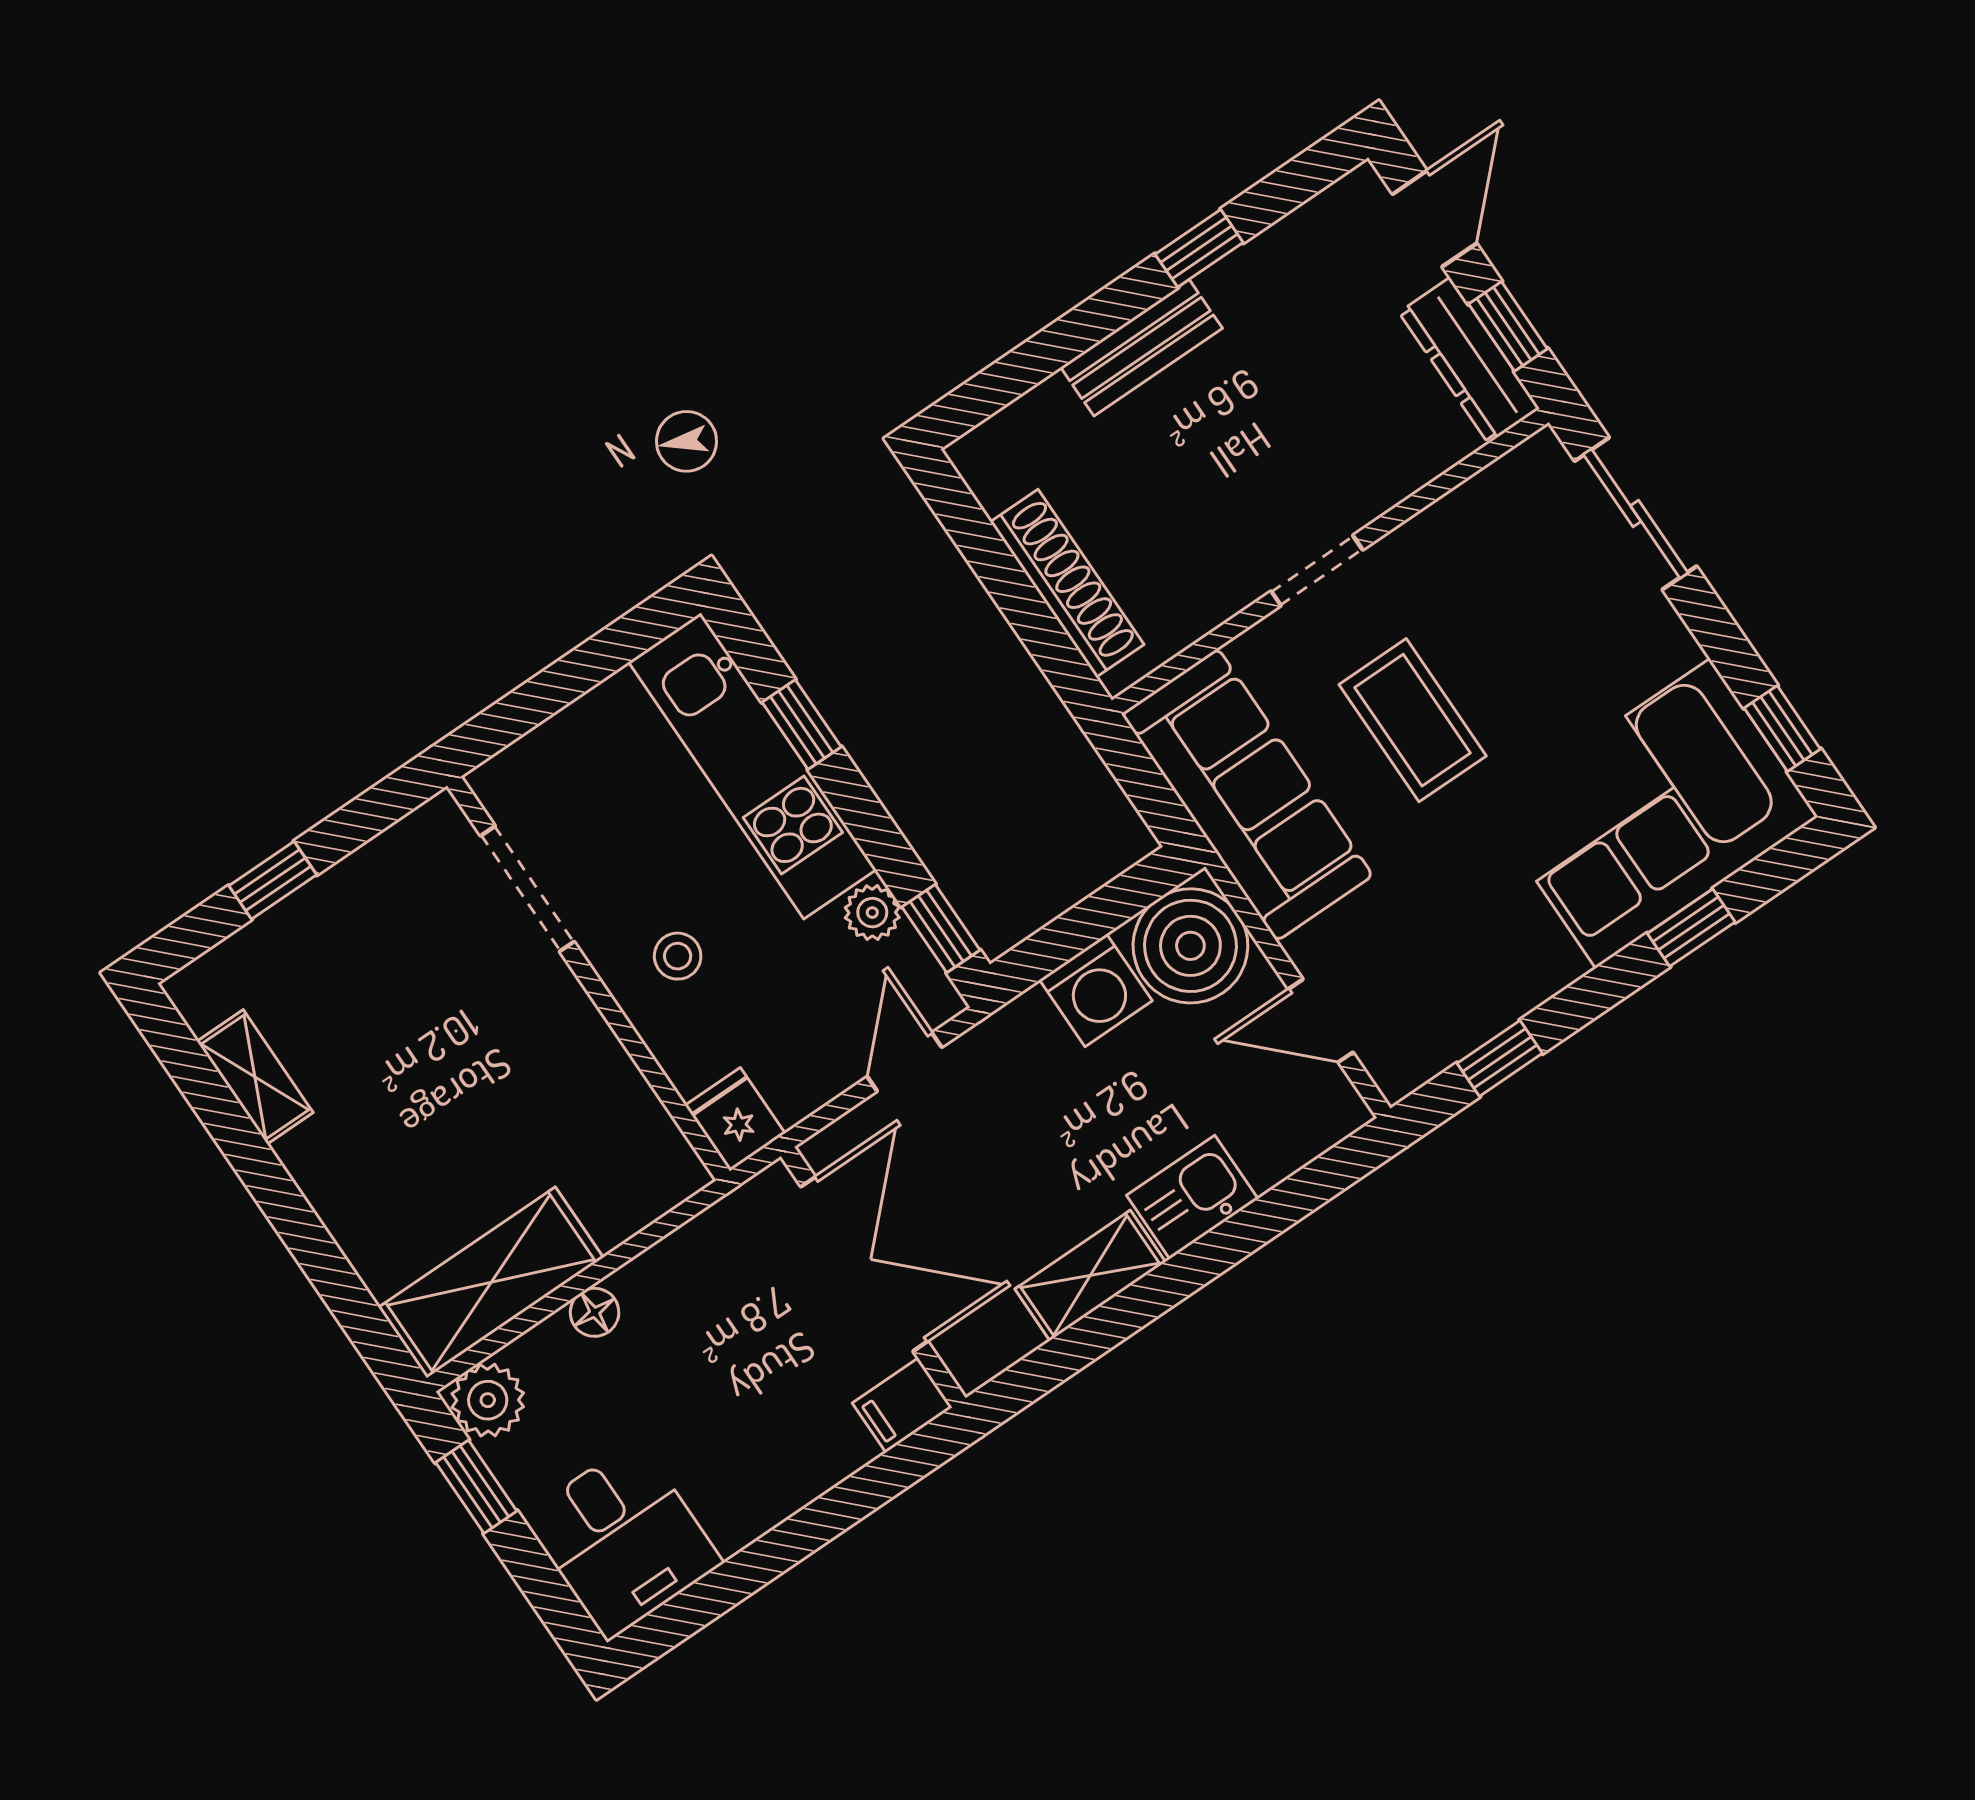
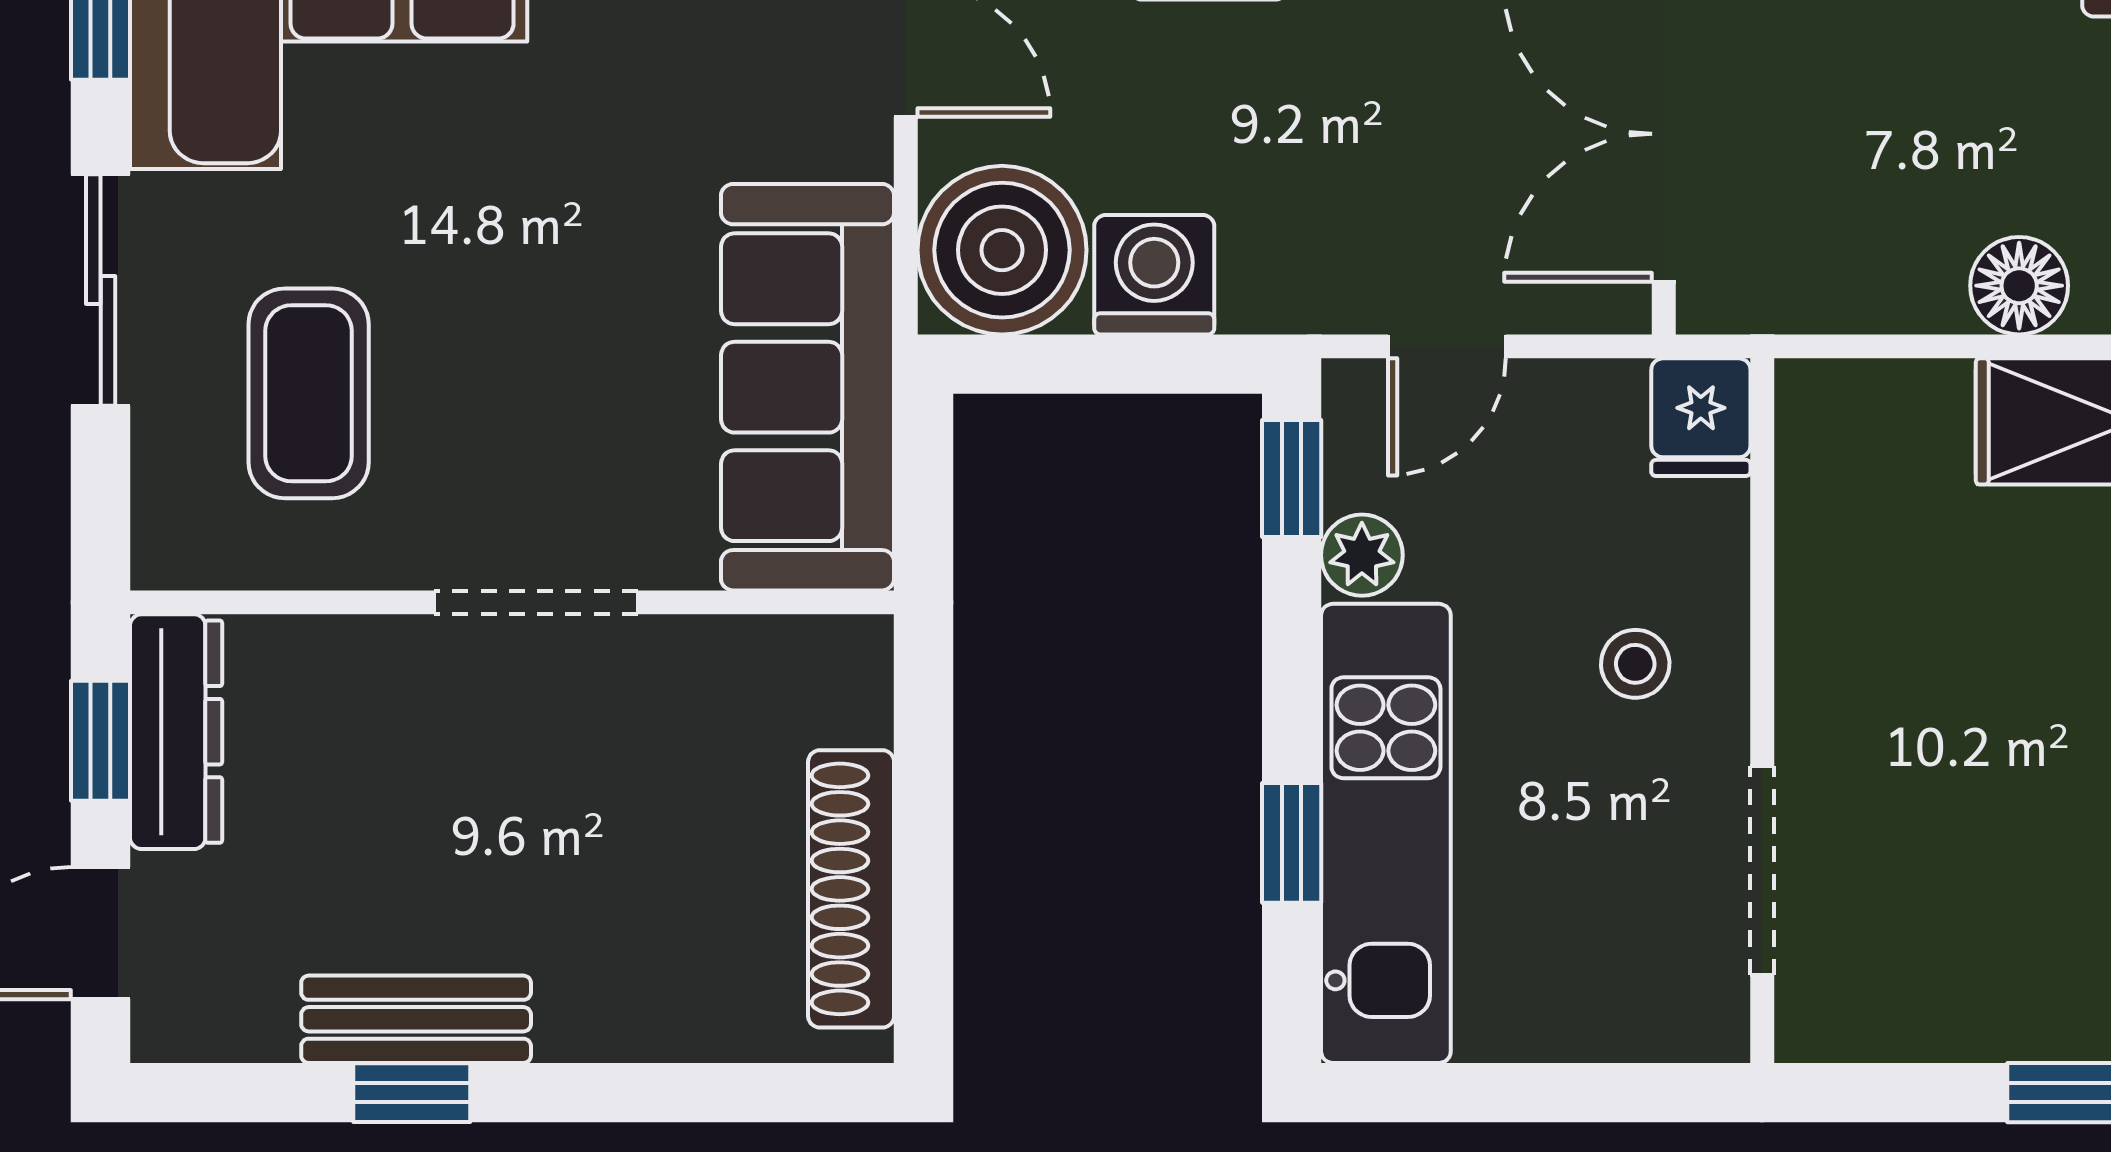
bench: (1142, 348) -> (416, 1019), moved
sliding door: (1636, 514) -> (101, 290), moved
doorway: (1317, 570) -> (536, 602), width x1.38
shoe rack: (1067, 583) -> (851, 889), moved
coffee table: (1413, 720) -> (309, 393), moved
floor lamp: (595, 1312) -> (2019, 286), width x1.37, depth x1.37

